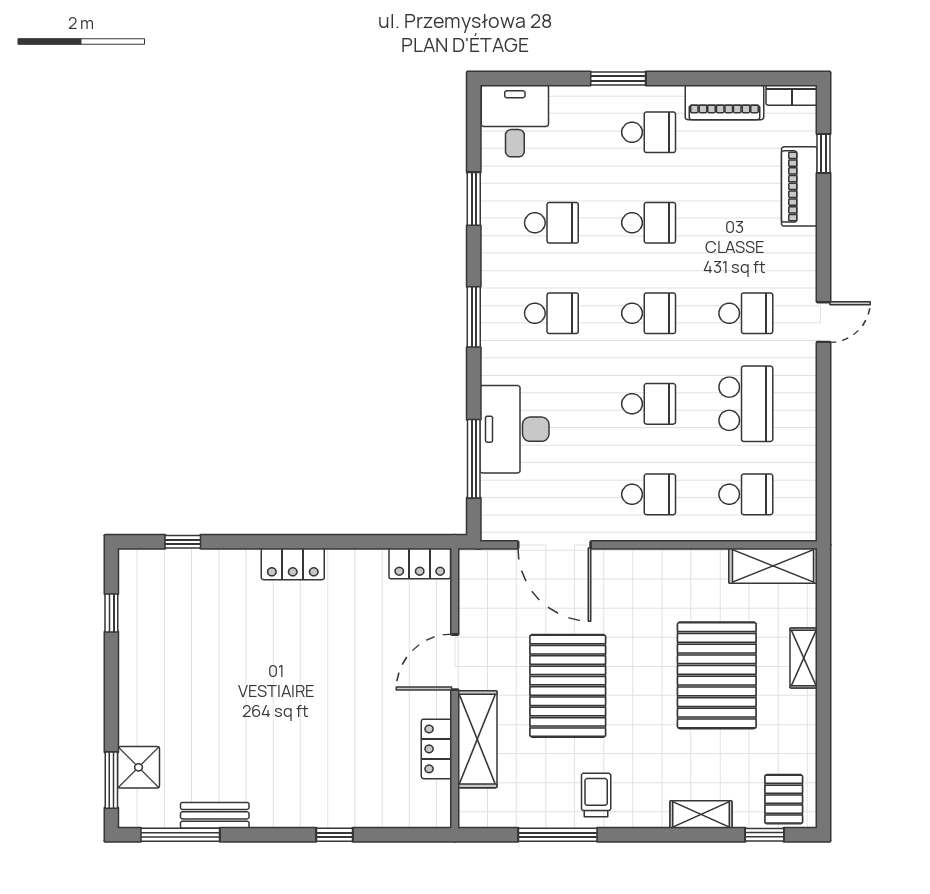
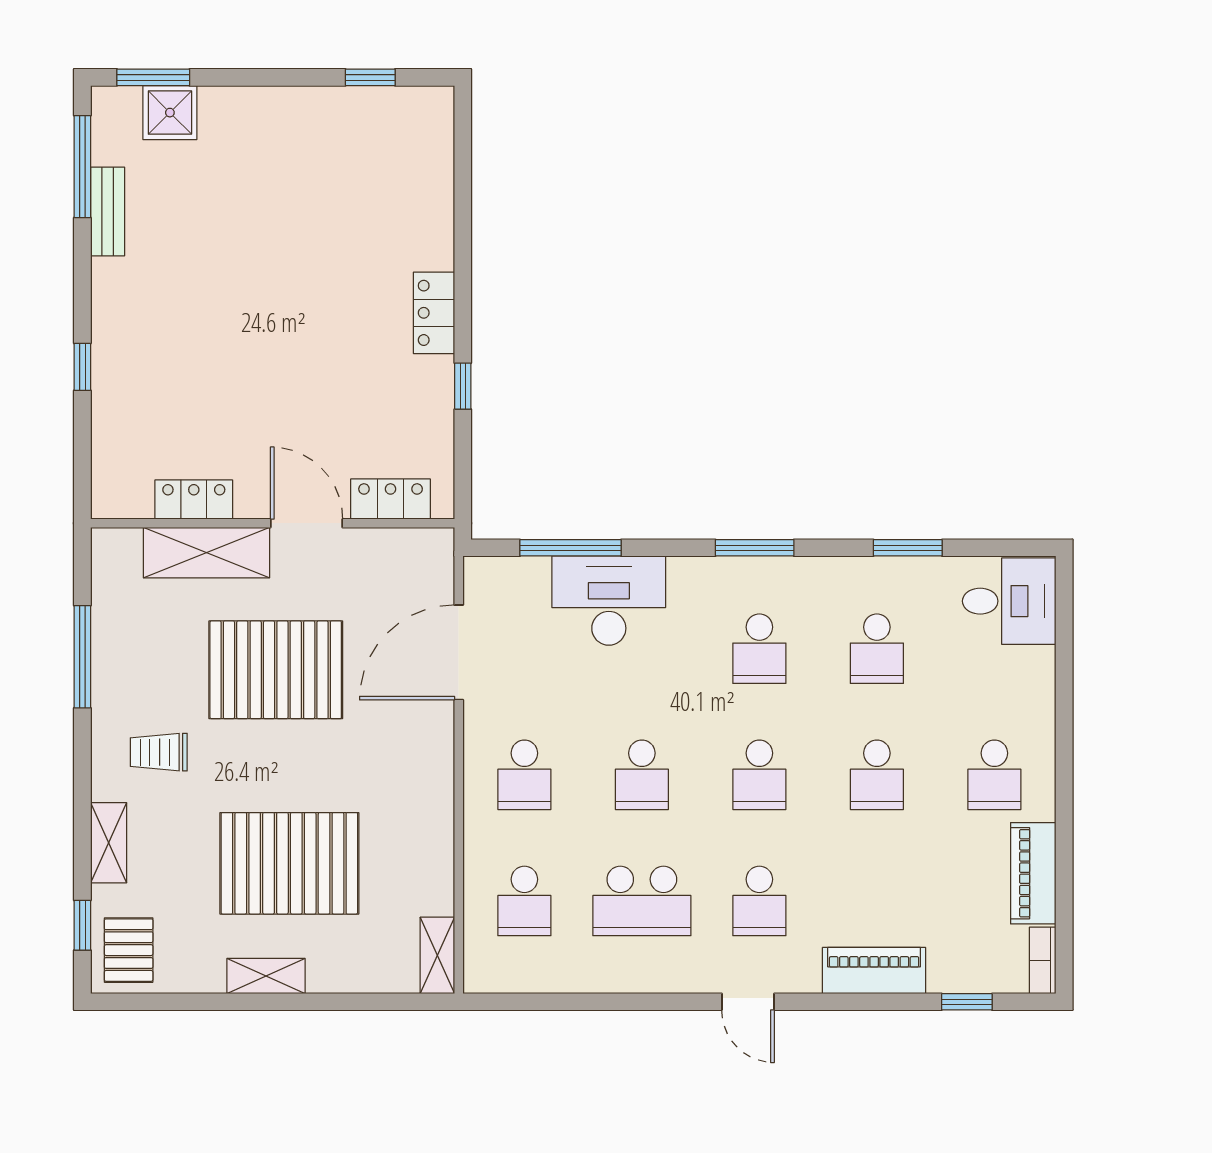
window: (618, 79) -> (1064, 735), removed
piano: (799, 186) -> (874, 971), moved
window: (183, 542) -> (463, 386), moved
locker: (420, 563) -> (391, 499), moved, turned 90
shelving: (773, 566) -> (437, 955), width x0.67, depth x0.75
shelving: (804, 658) -> (266, 976), moved
trolley: (596, 795) -> (159, 752), moved, turned 180
pallet: (784, 799) -> (129, 950), turned 90

